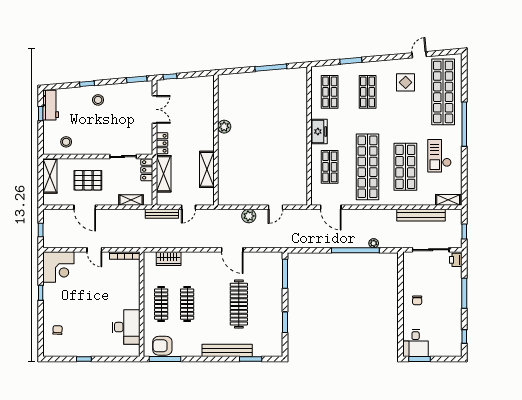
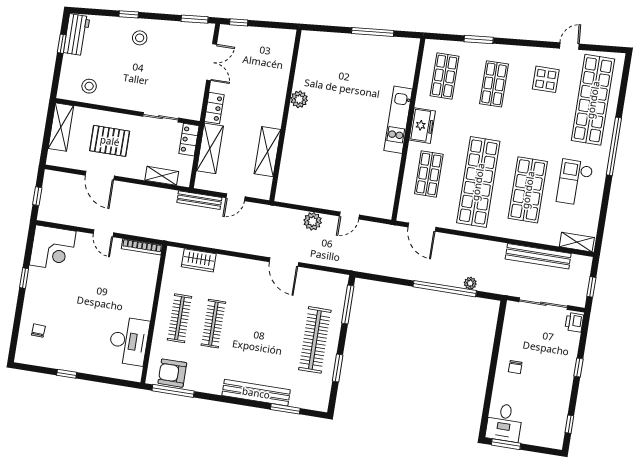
kitchen unit: (300, 130) -> (398, 120), added
window: (464, 293) -> (578, 368), width x0.46
clothes rail: (239, 304) -> (315, 340), moved

